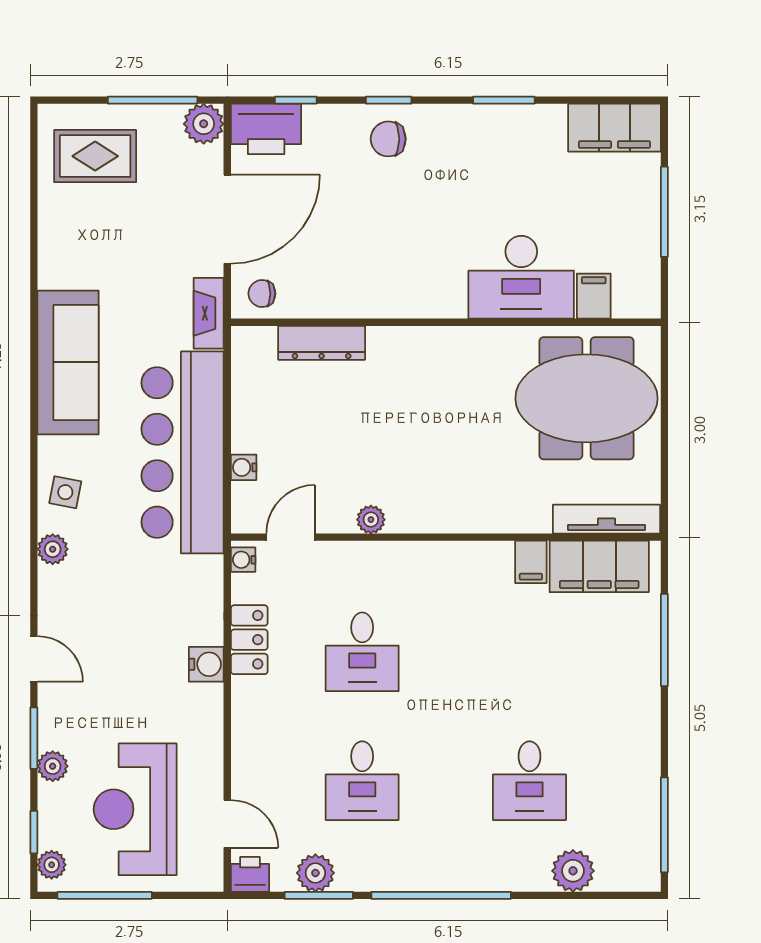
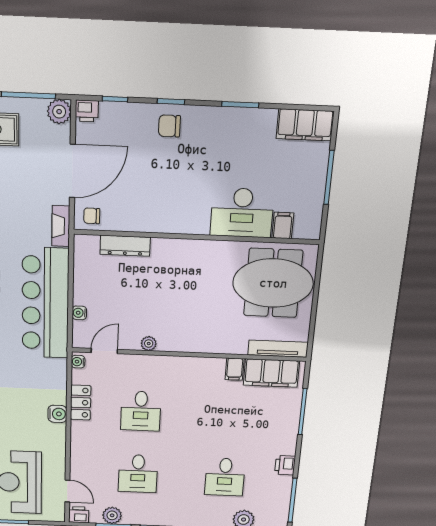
printer: (266, 129) -> (87, 111), width x0.53, depth x0.68
printer: (643, 751) -> (285, 465), added

